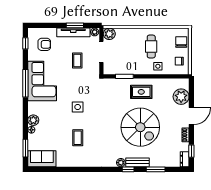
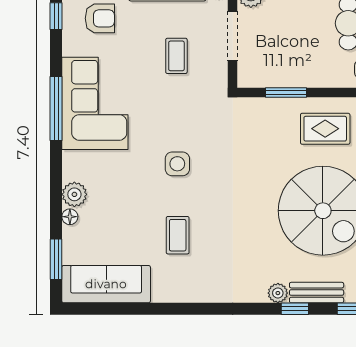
sofa: (42, 159) -> (106, 284), width x1.36

